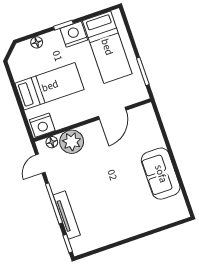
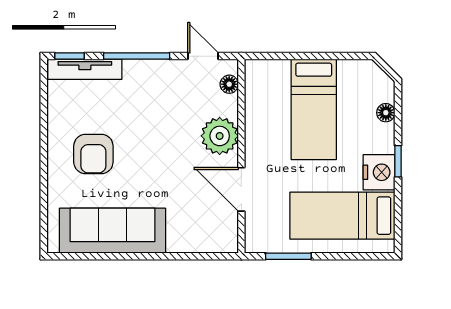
nightstand: (42, 125) -> (259, 79), removed
plant: (72, 142) -> (220, 136), moved
sofa: (161, 174) -> (113, 231), width x1.36
armchair: (121, 209) -> (93, 154), added
tv unit: (67, 215) -> (85, 69), moved

